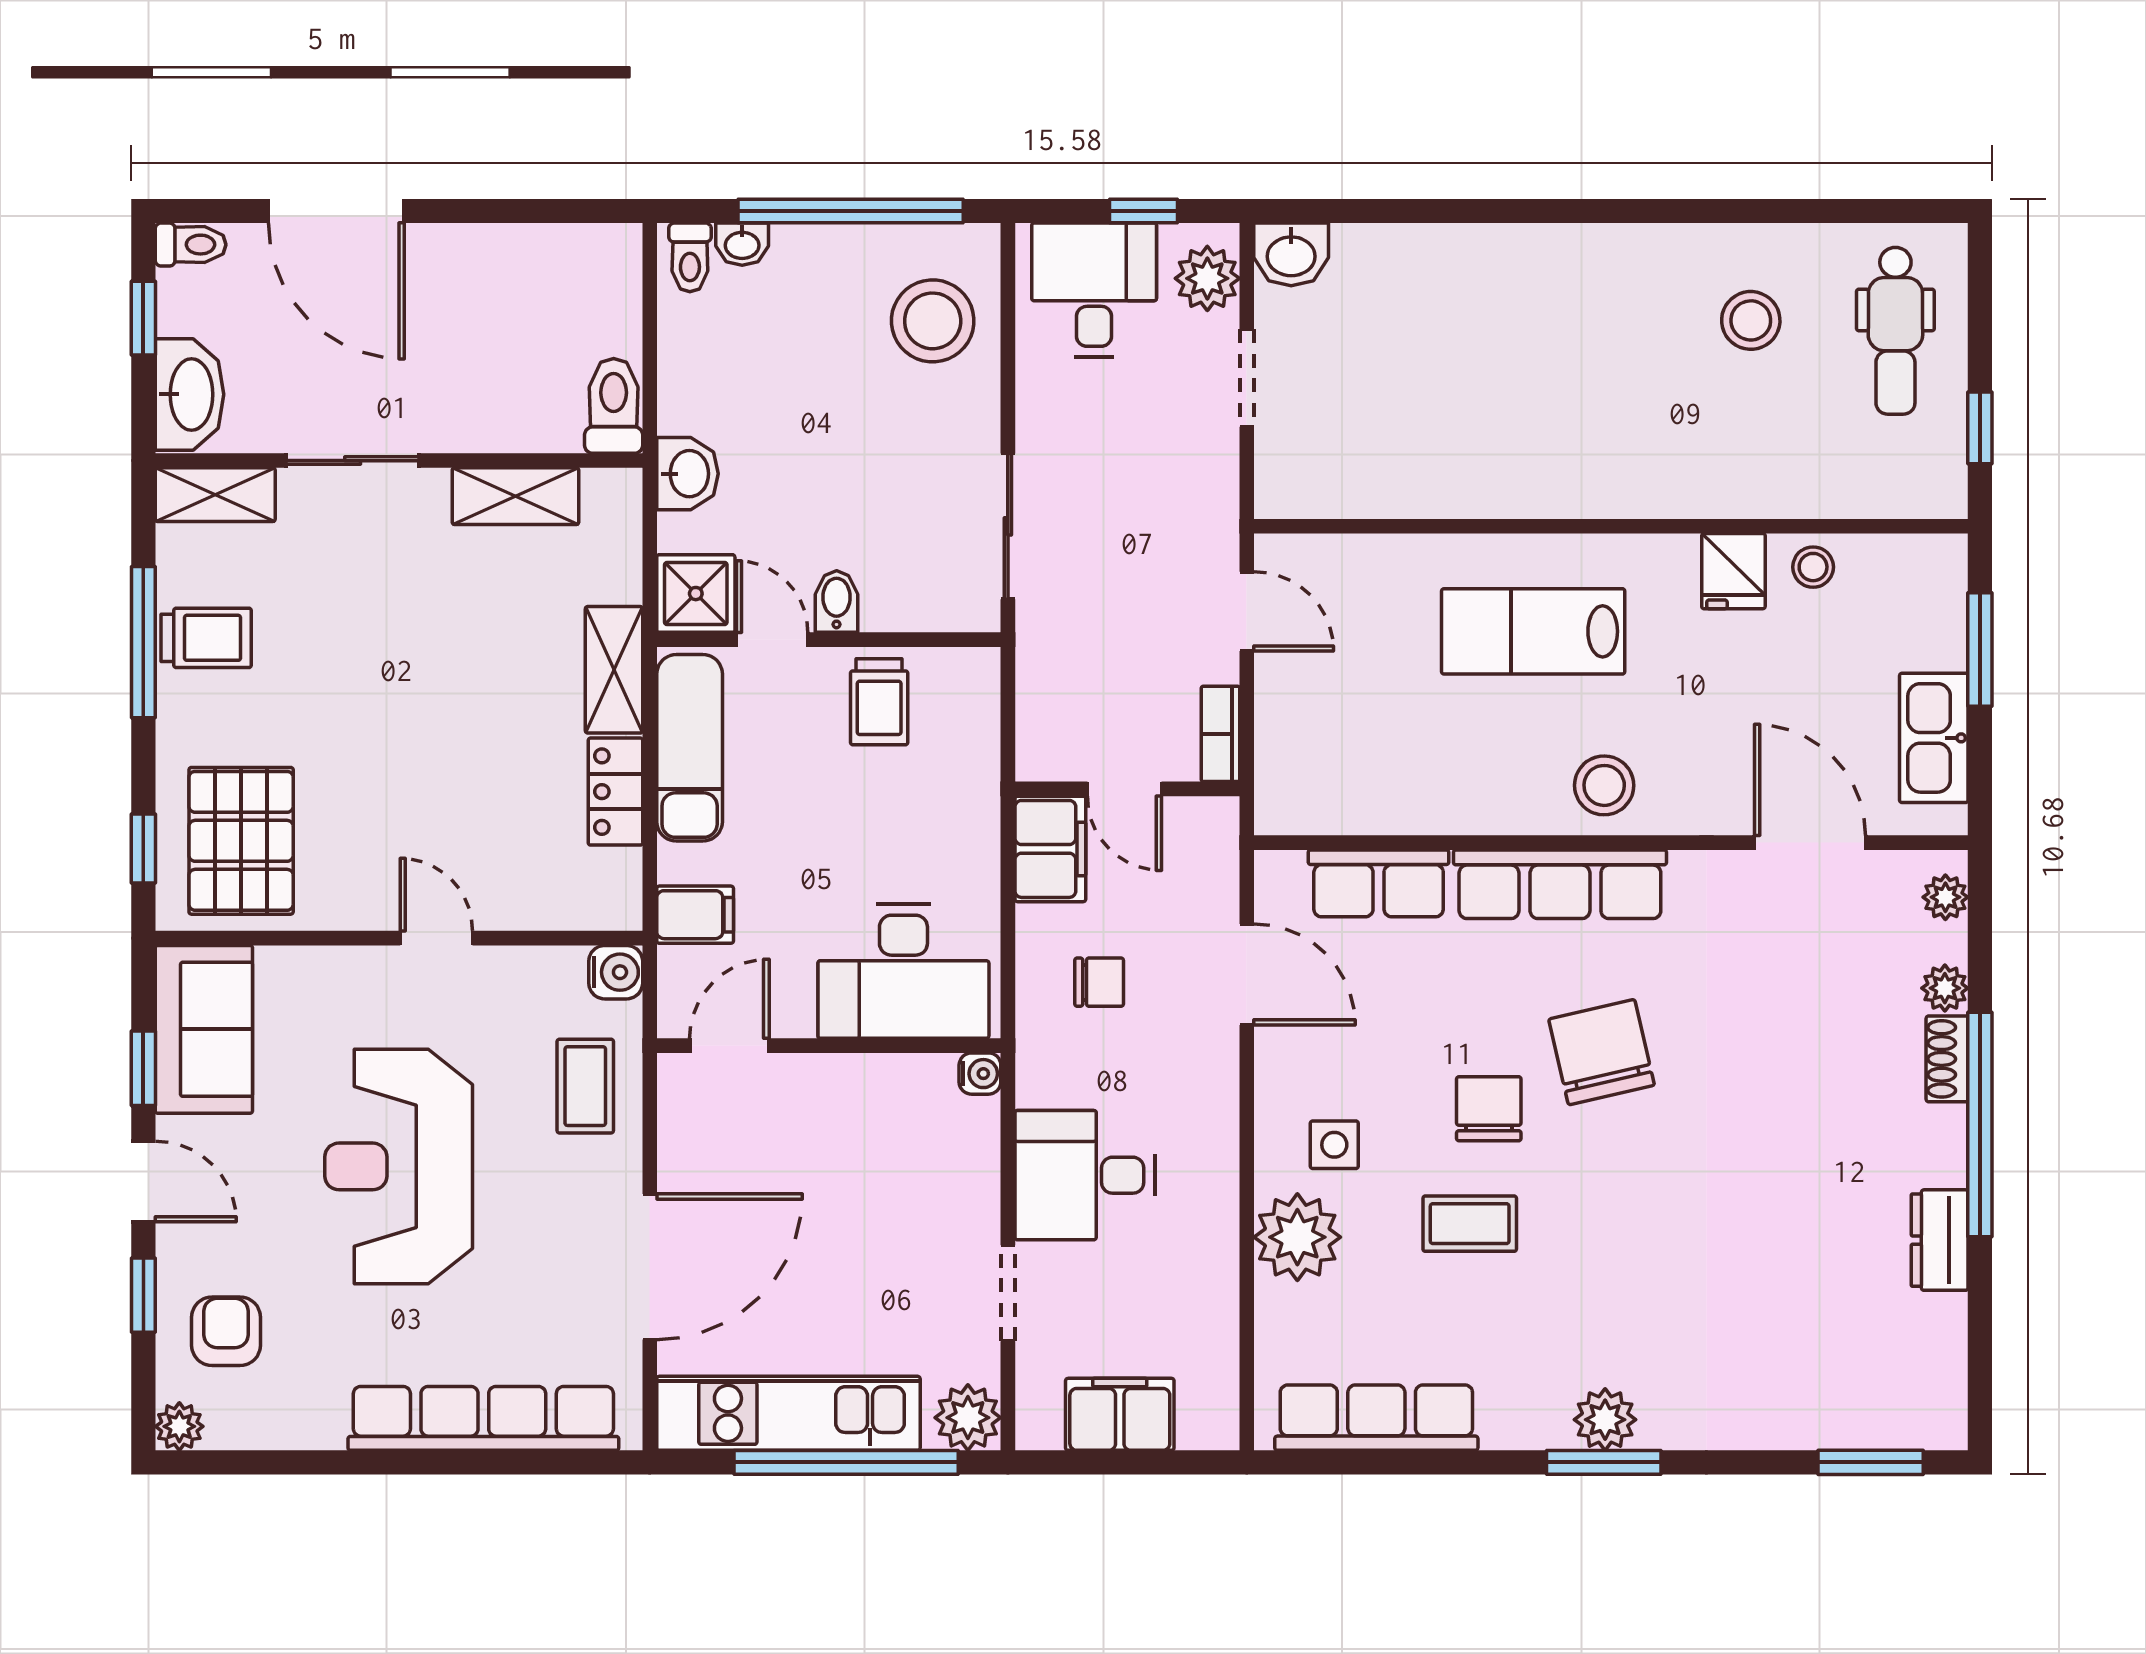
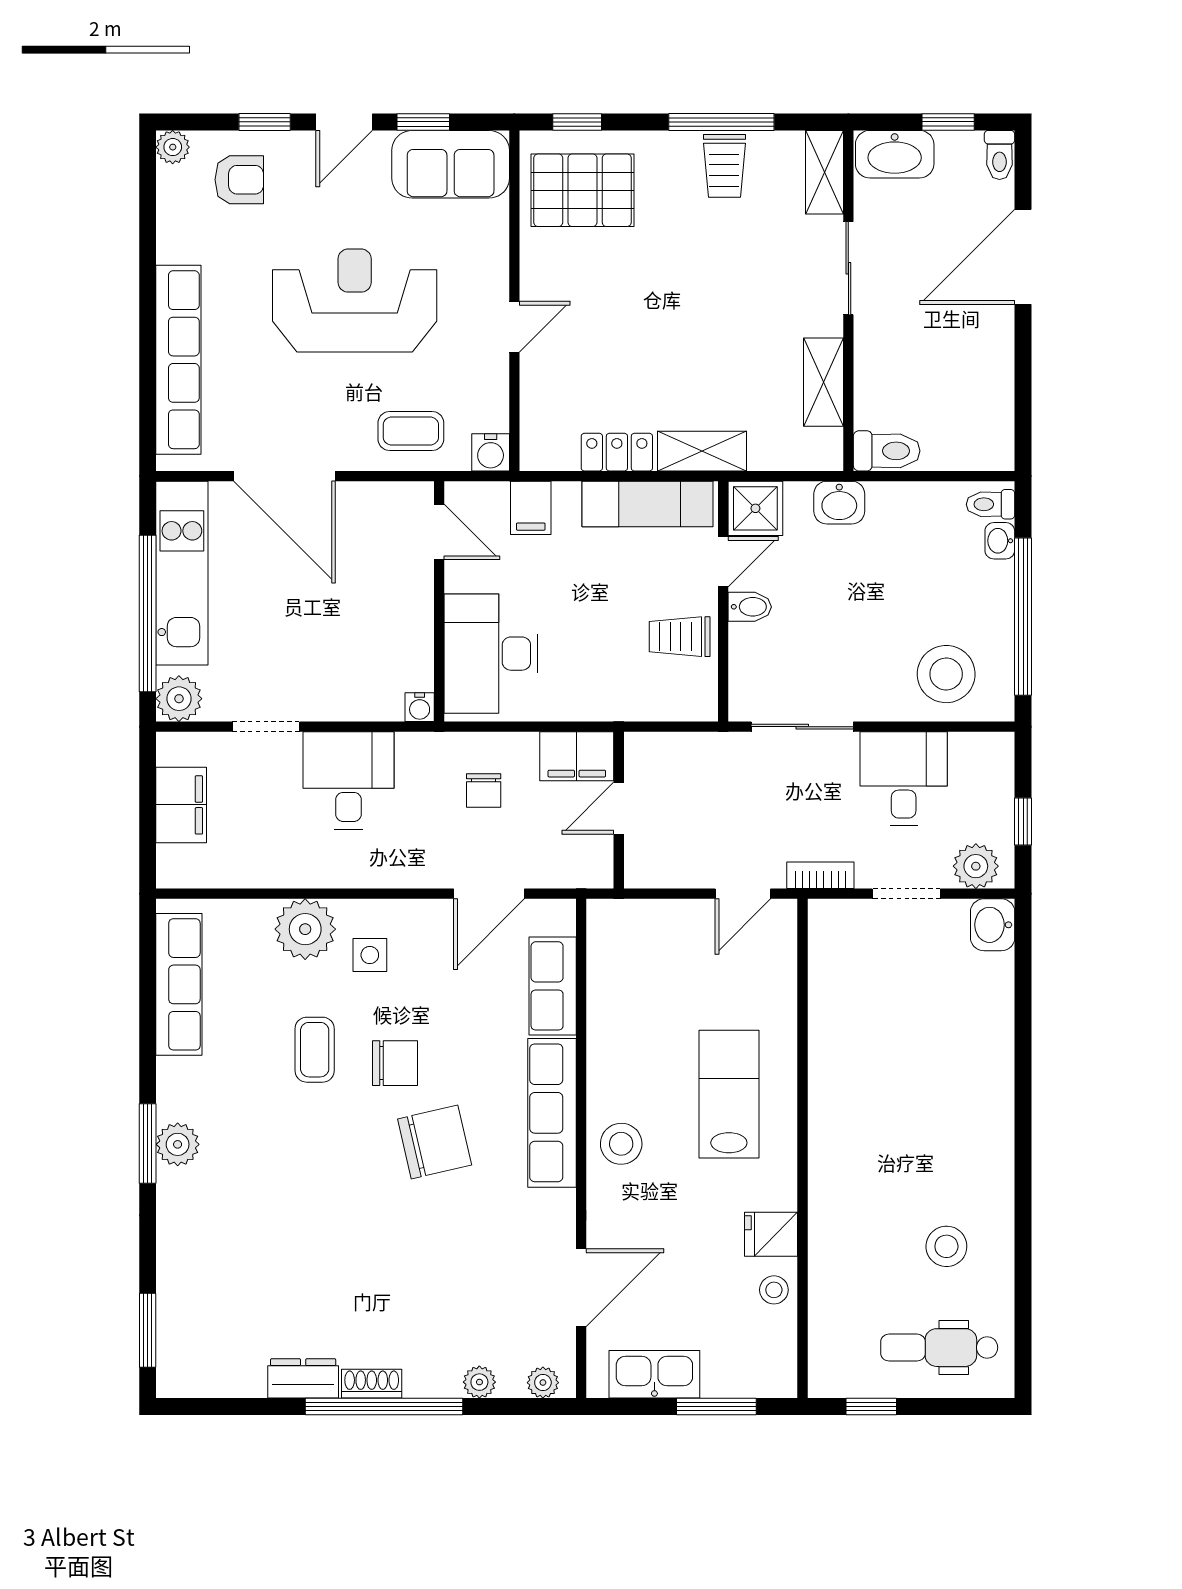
desk: (1094, 290) -> (904, 779), moved, turned -90
bookcase: (1220, 734) -> (820, 875), moved
shoe rack: (1947, 1059) -> (372, 1384), moved

